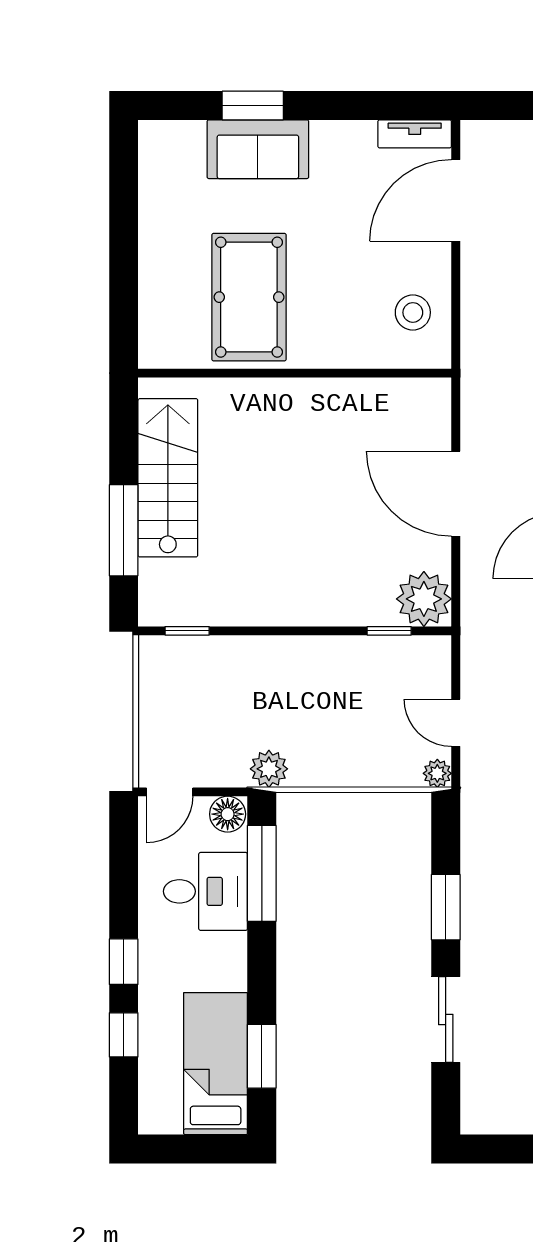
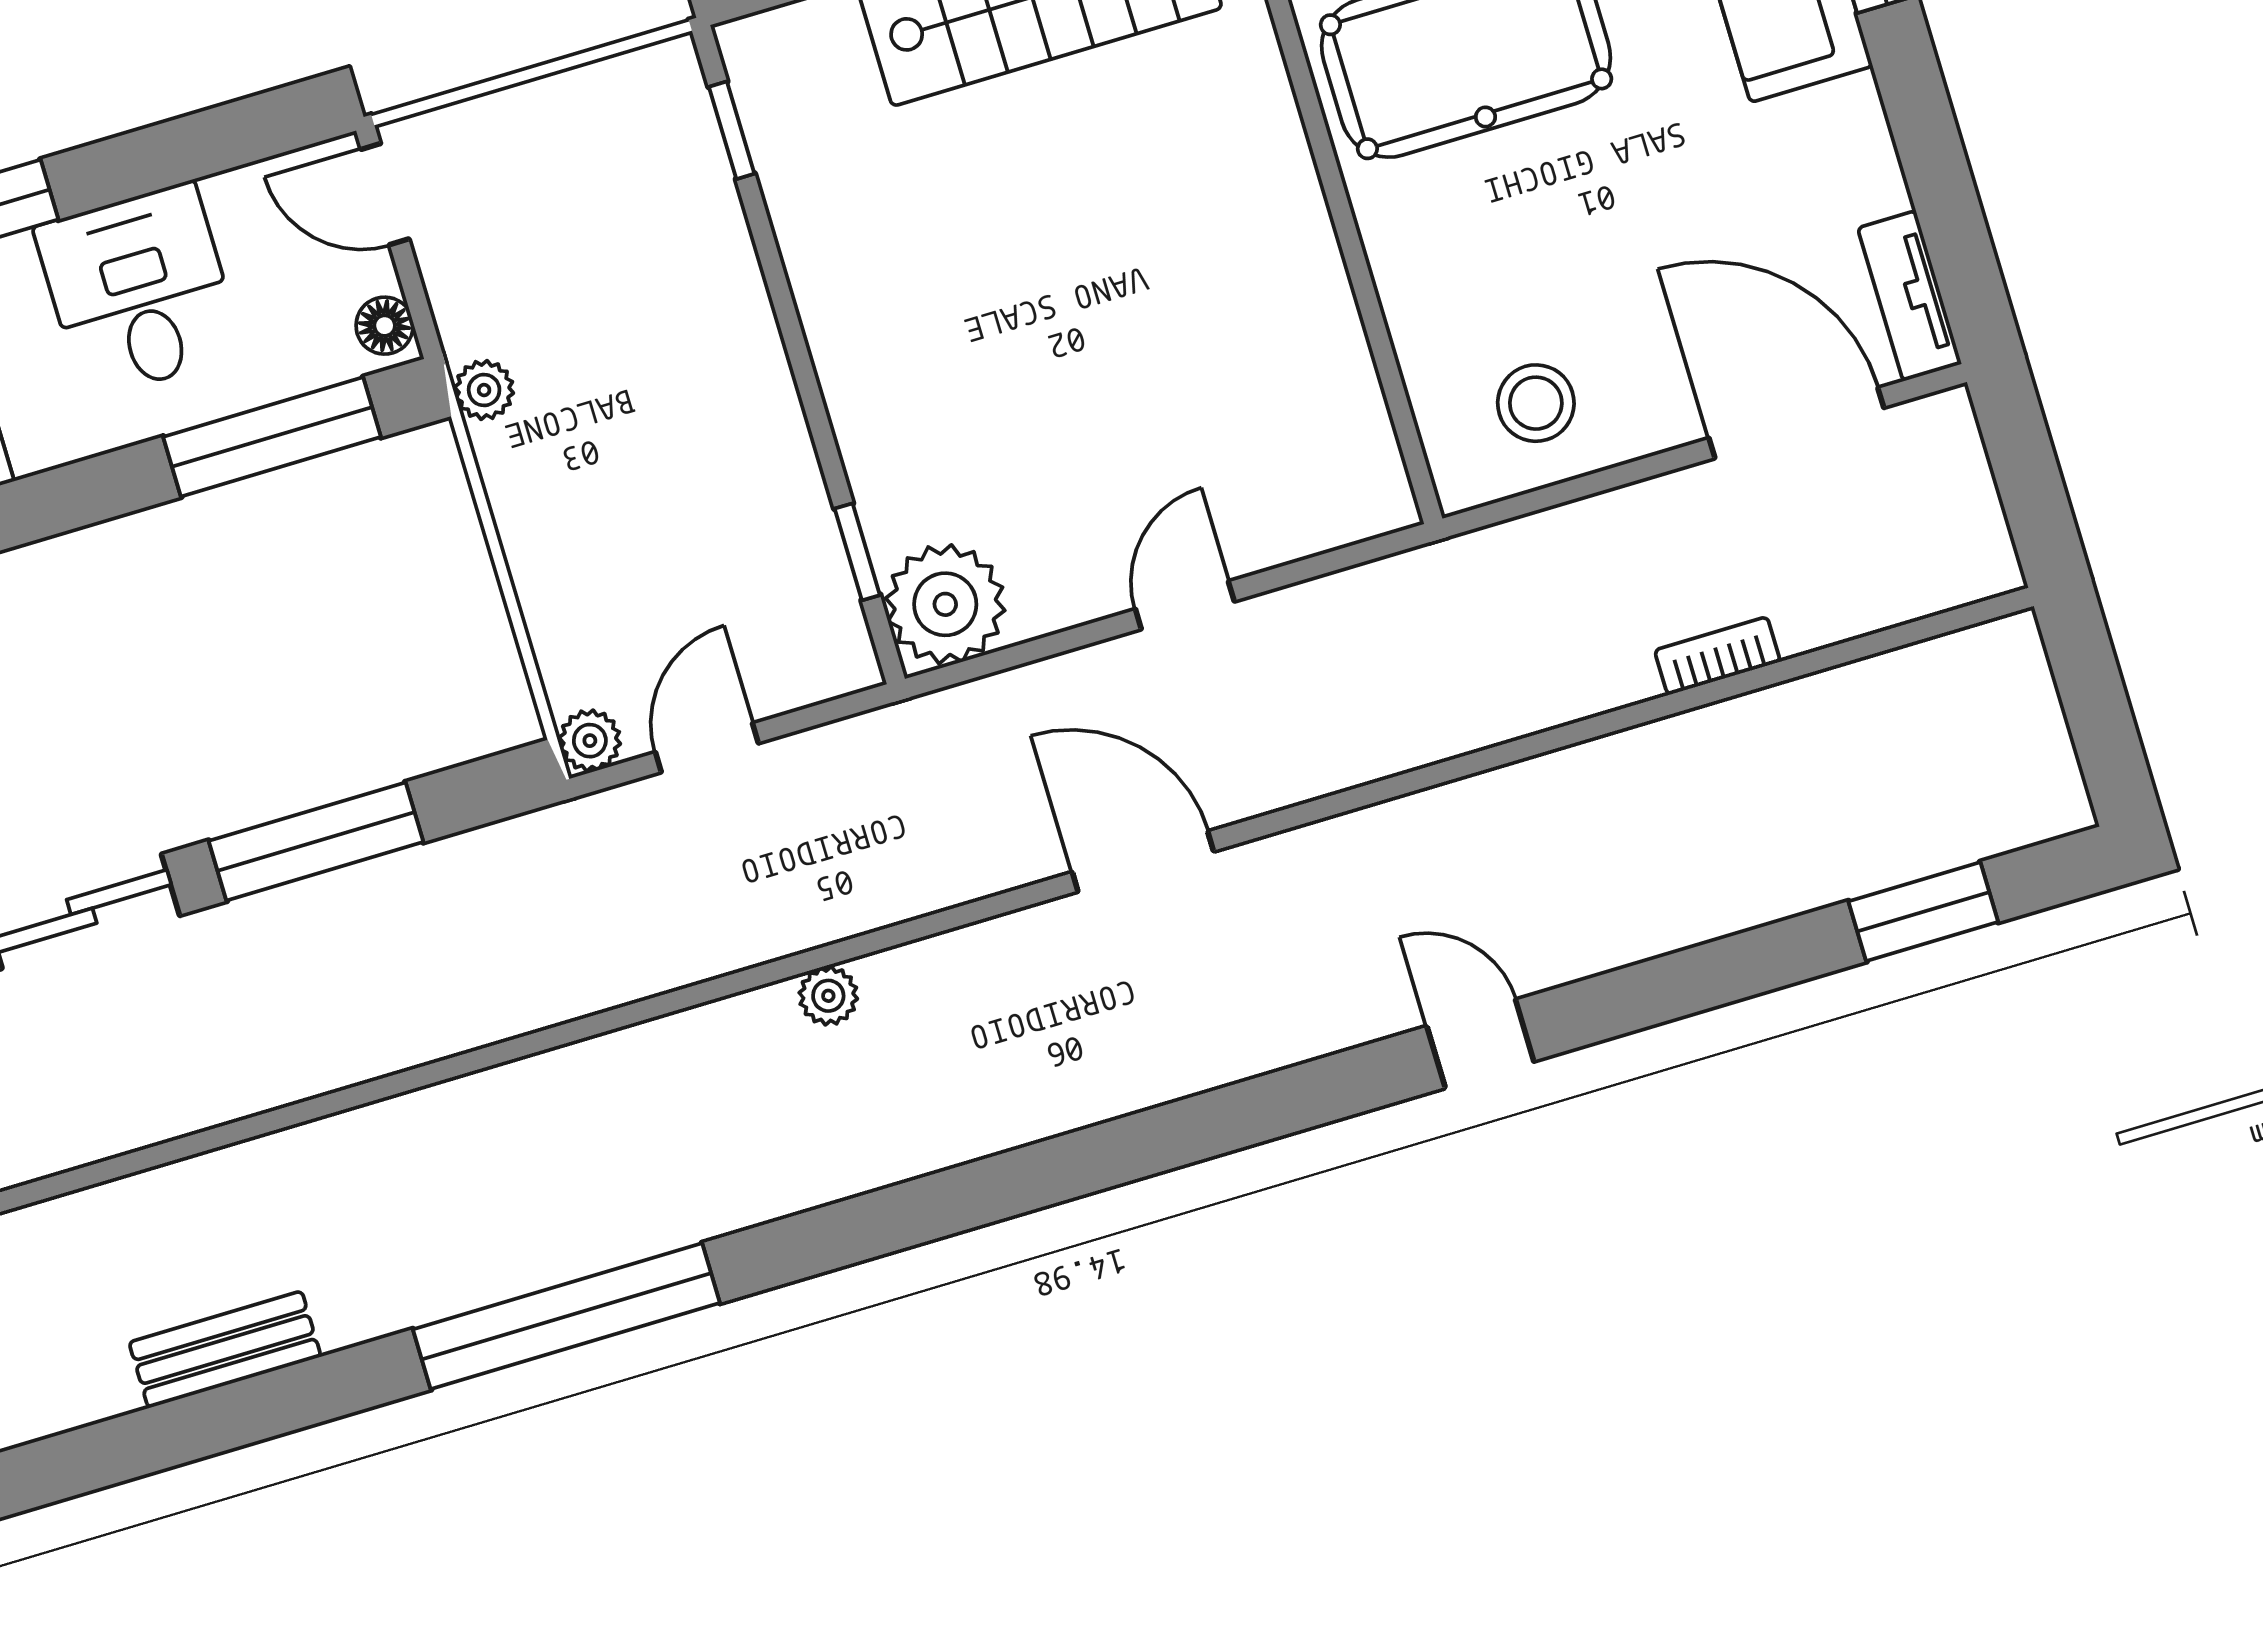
door: (456, 494) -> (1185, 605), width x0.53
plant: (269, 769) -> (484, 390), width x0.73, depth x0.73
floor lamp: (228, 814) -> (385, 326), width x0.73, depth x0.73
desk: (205, 891) -> (139, 291), moved, turned 180
window: (446, 907) -> (316, 841), width x1.44

